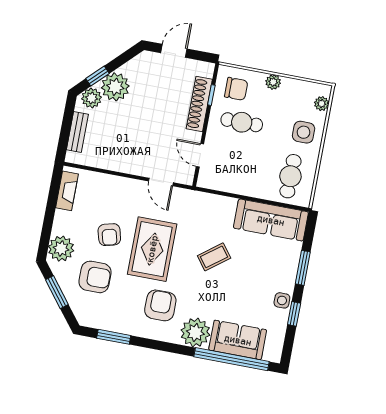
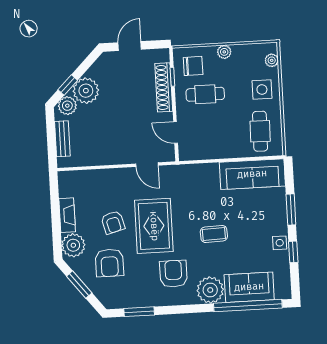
fireplace: (67, 191) -> (67, 215), moved
coffee table: (214, 257) -> (214, 234), moved, turned 35
armchair: (95, 277) -> (109, 263), turned 90

